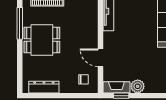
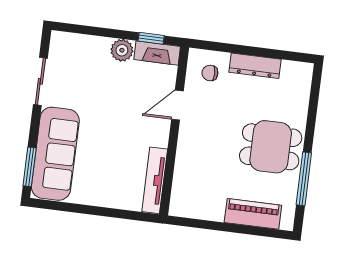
door: (100, 58) -> (177, 105), swing flipped
dresser: (44, 87) -> (255, 66), moved

